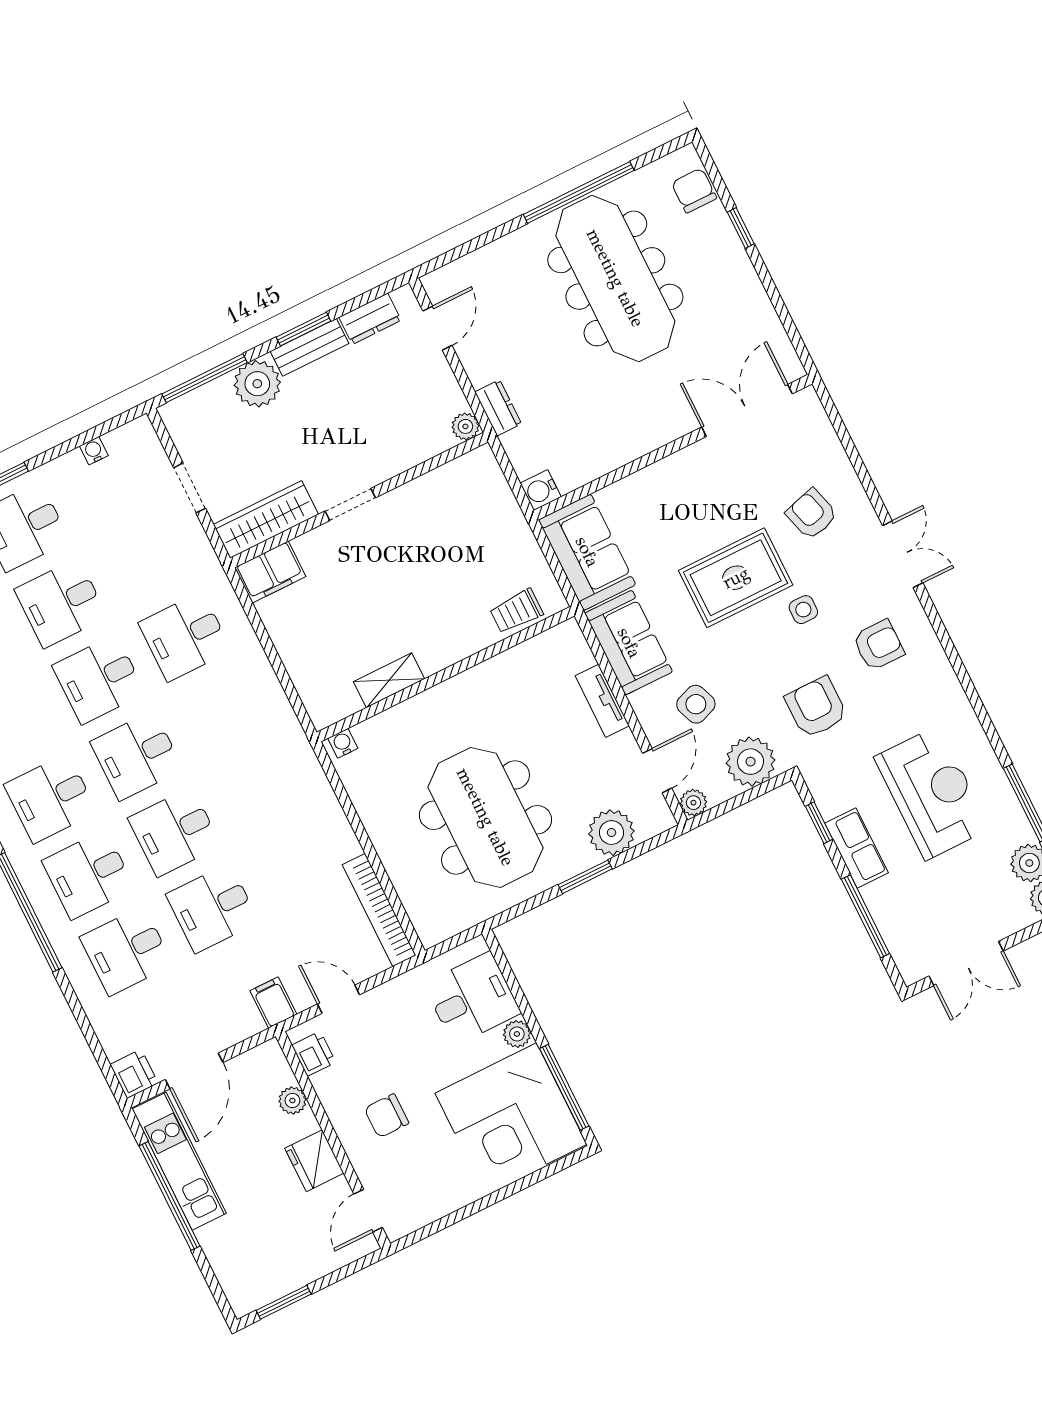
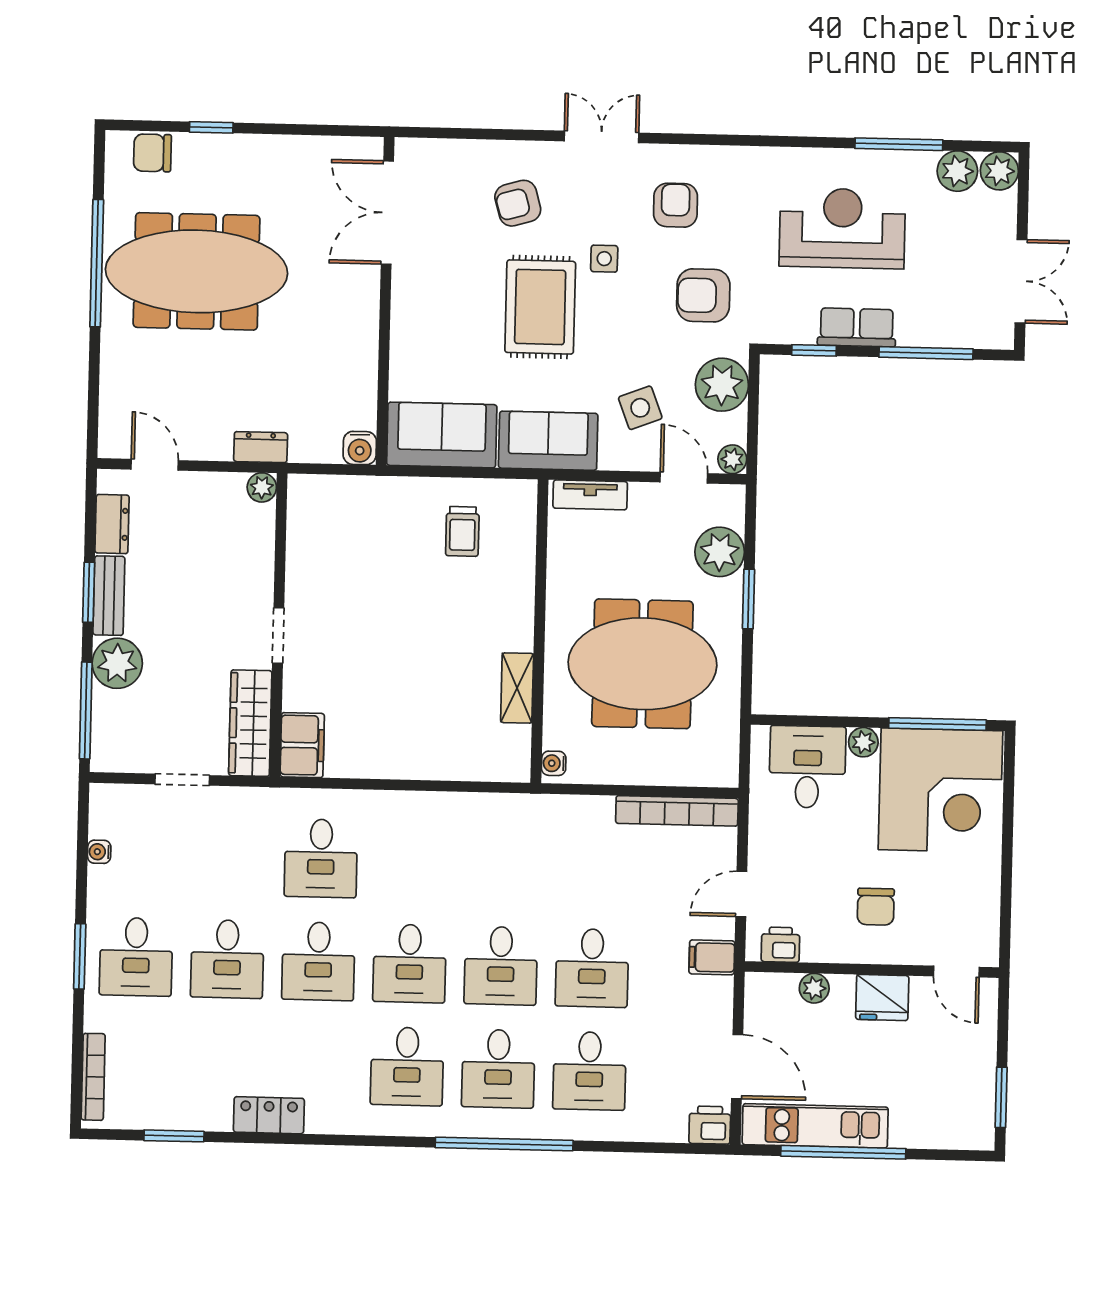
wall: (446, 674) -> (539, 631), moved
shelving: (389, 680) -> (517, 688), moved
water cooler: (343, 743) -> (554, 763), moved

